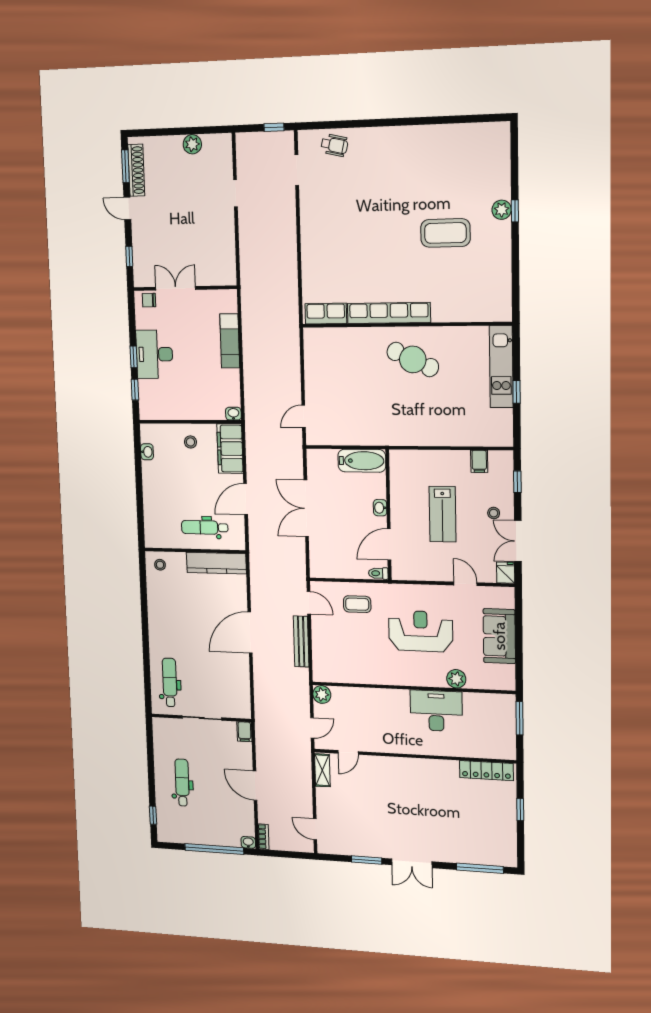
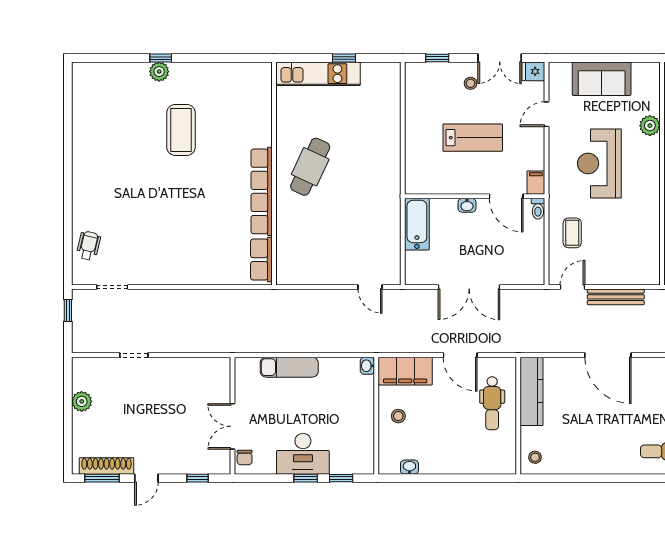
filing cabinet: (479, 461) -> (536, 183), moved, turned -90

